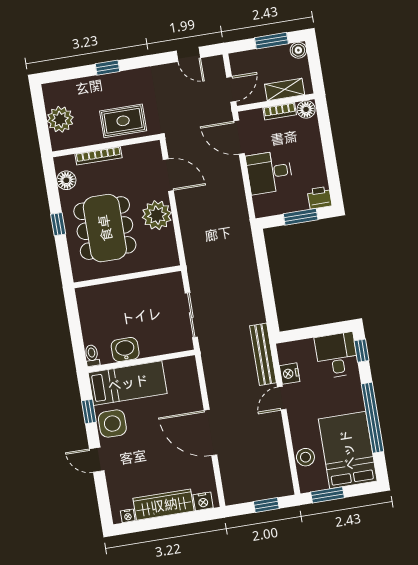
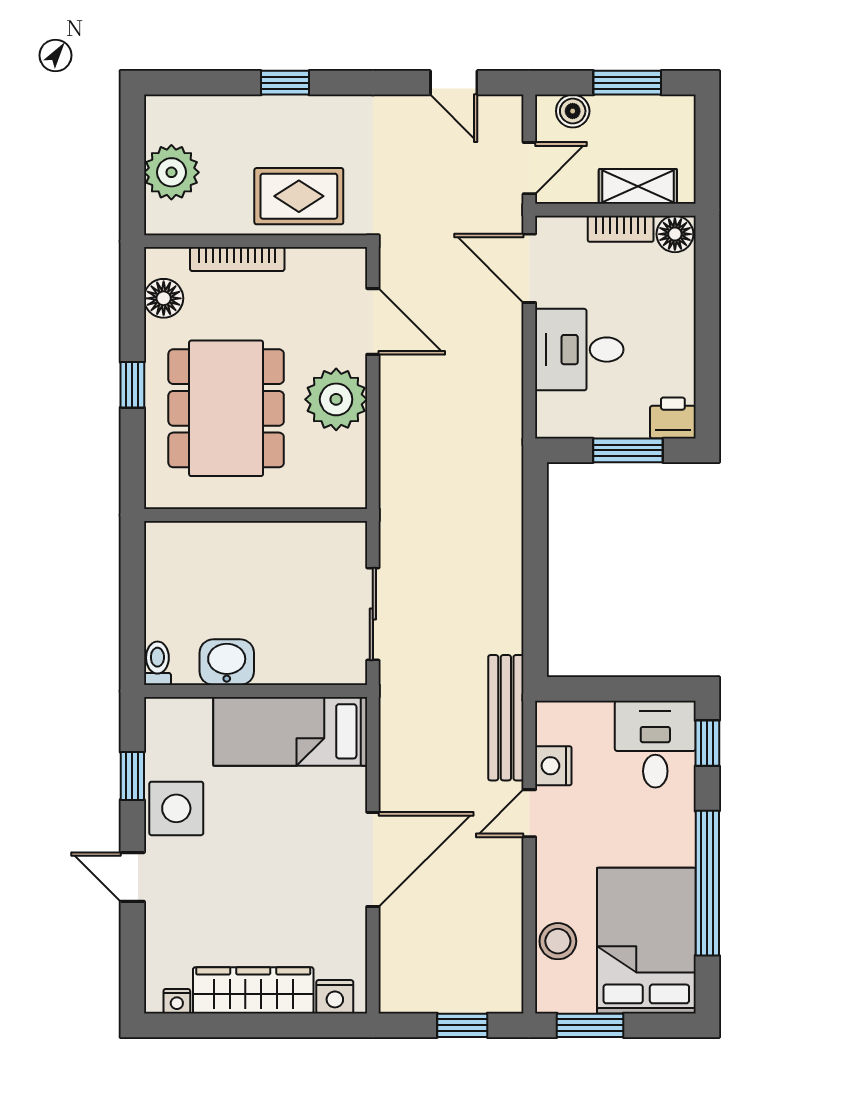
boiler: (298, 50) -> (573, 111), moved
bed: (128, 383) -> (290, 731), moved, turned 180
door: (211, 433) -> (373, 859), swing flipped

